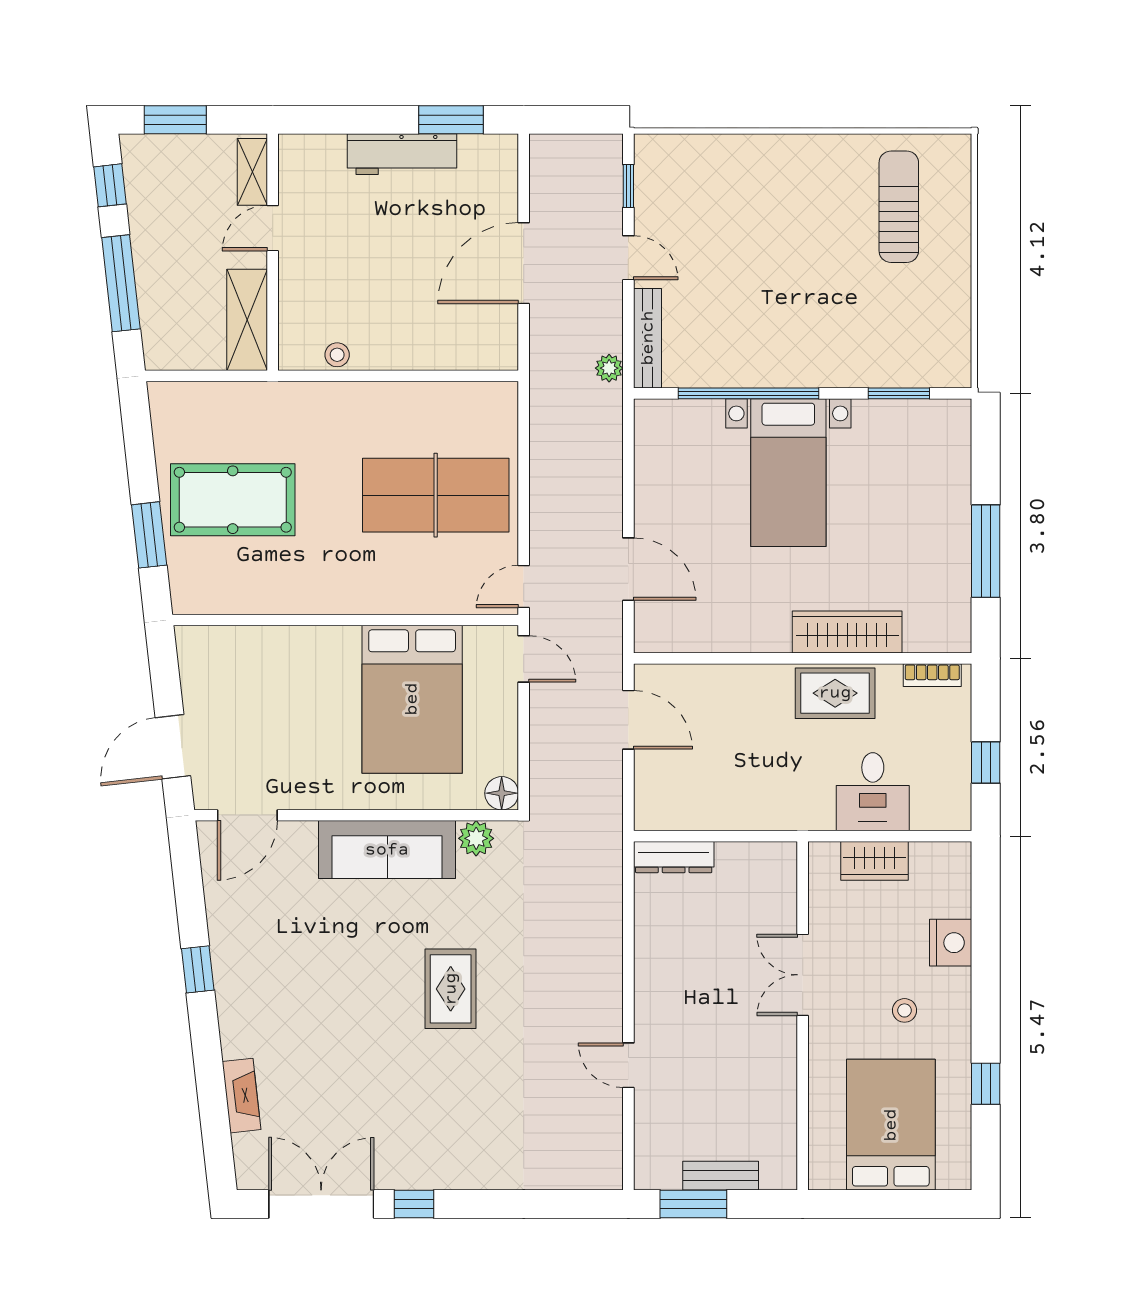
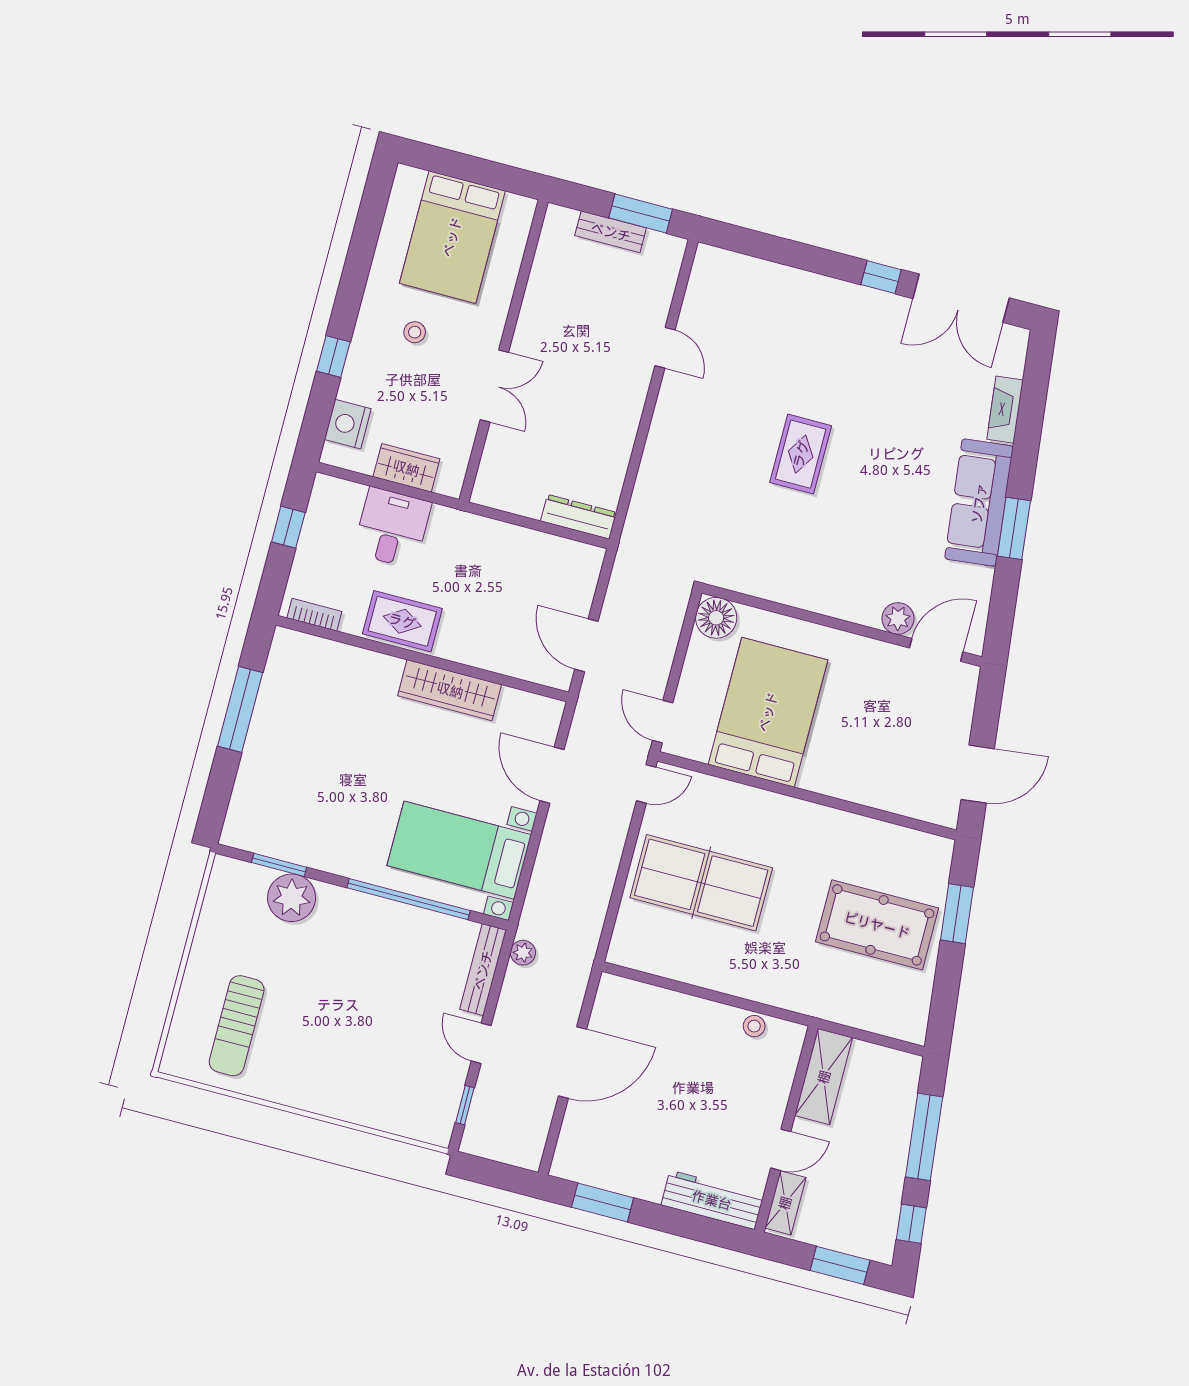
workbench: (402, 154) -> (712, 1200), moved
plant: (876, 361) -> (292, 898), added
bed with nightstands: (788, 473) -> (459, 850), moved, turned -90
wardrobe: (847, 632) -> (450, 690), moved
door: (173, 747) -> (978, 774), moved
floor lamp: (502, 793) -> (716, 618), width x1.38, depth x1.38
plant: (476, 838) -> (898, 618), moved
sofa: (387, 850) -> (979, 503), moved, turned -96
nightstand: (951, 943) -> (348, 424), moved
window: (198, 969) -> (1014, 528), width x1.50
window: (986, 1084) -> (333, 356), moved

